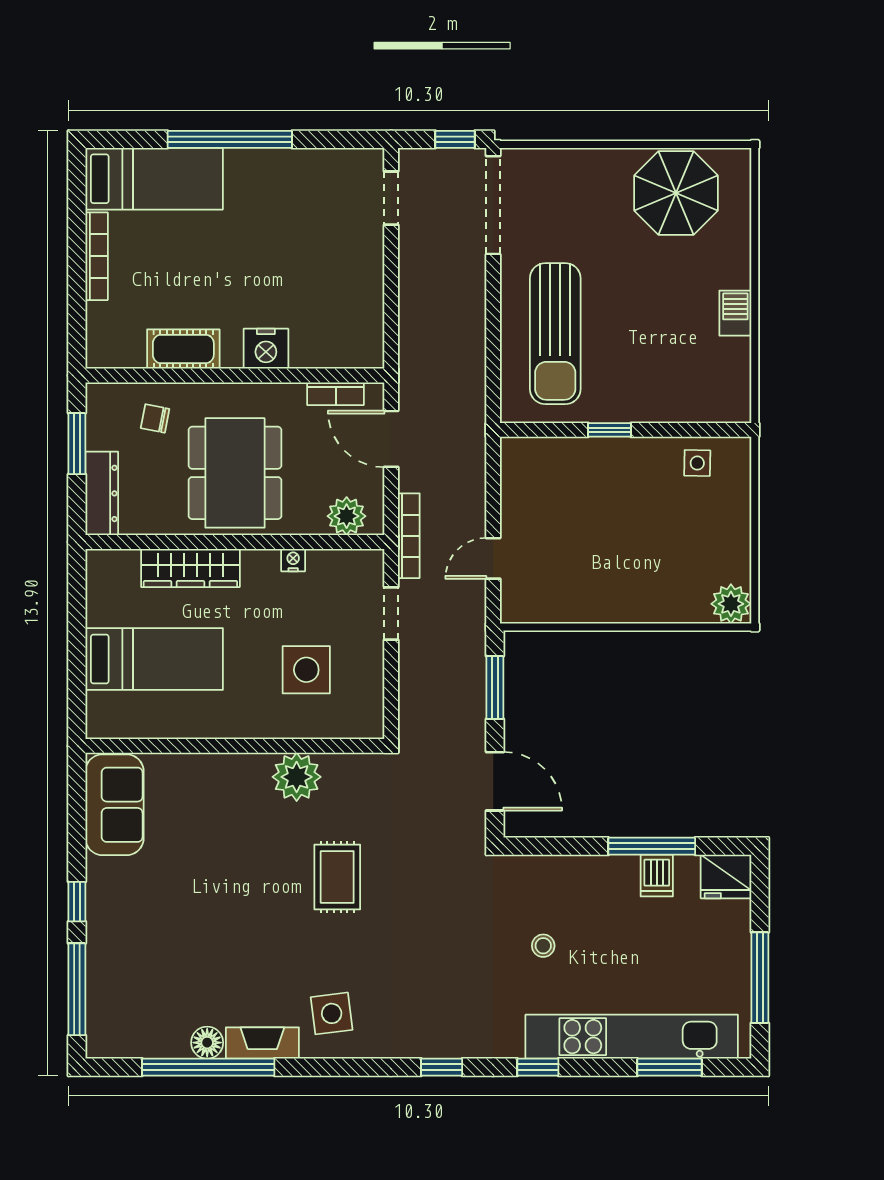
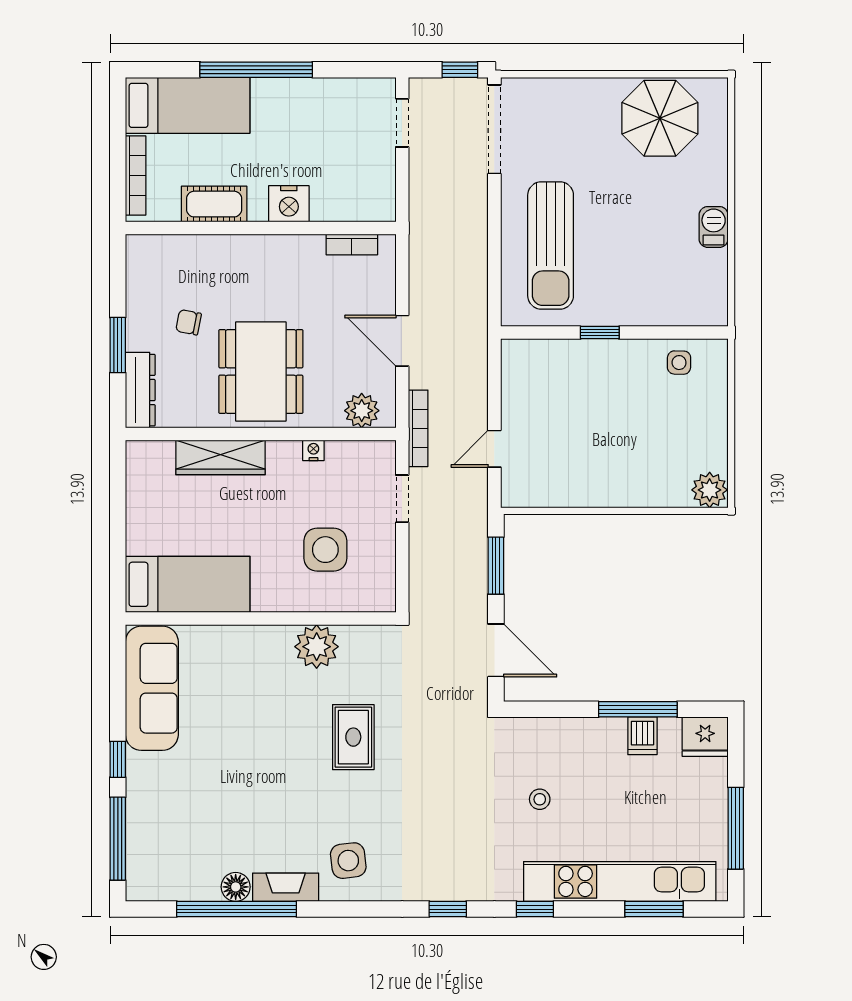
cot: (183, 349) -> (214, 204), moved
nightstand: (266, 349) -> (289, 204), moved
wall: (235, 376) -> (261, 228), moved
bookcase: (336, 394) -> (352, 244), moved
bed: (154, 659) -> (188, 584), moved
sofa: (115, 805) -> (152, 688), width x1.36

